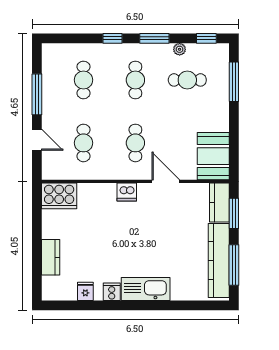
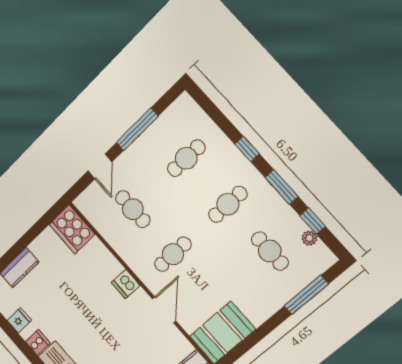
window: (206, 38) -> (313, 221), moved
plant: (180, 49) -> (309, 238), moved
cafe table: (83, 143) -> (133, 209), turned 90

